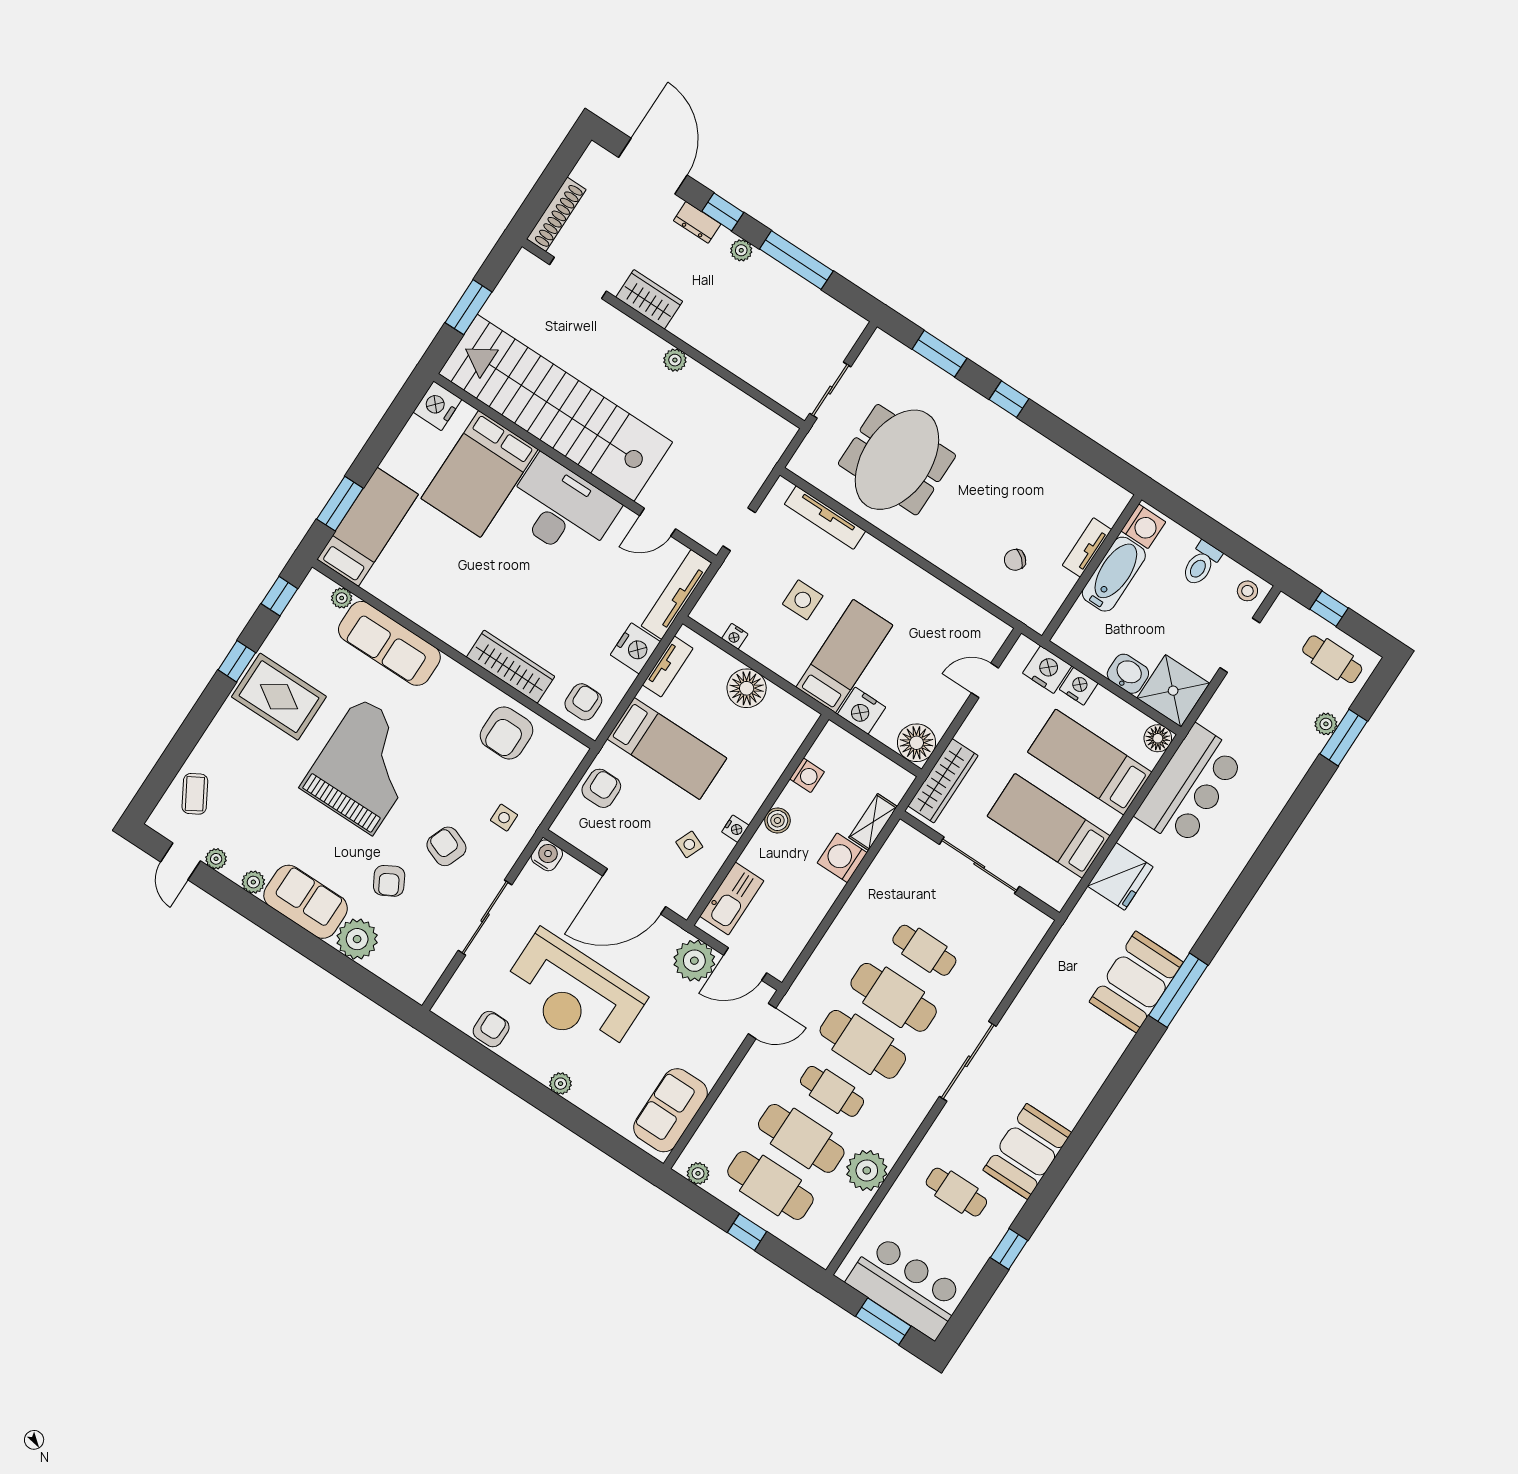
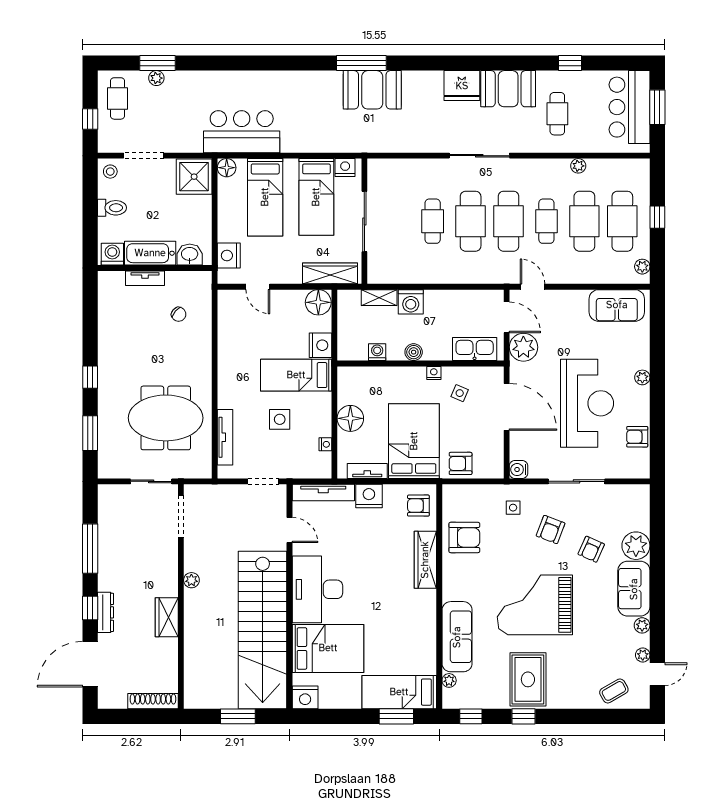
dresser: (697, 222) -> (106, 612), width x1.44
plant: (741, 250) -> (105, 583), removed
doorway: (578, 278) -> (181, 516), moved
washbasin: (1128, 674) -> (190, 255), moved, turned 90
nightstand: (1079, 686) -> (345, 168), moved, turned 90
bed: (667, 749) -> (414, 441), width x1.50
fridge: (1120, 876) -> (462, 86), moved, turned 180
armchair: (389, 881) -> (591, 549), turned 143
plant: (867, 1170) -> (578, 166), width x0.53, depth x0.53

